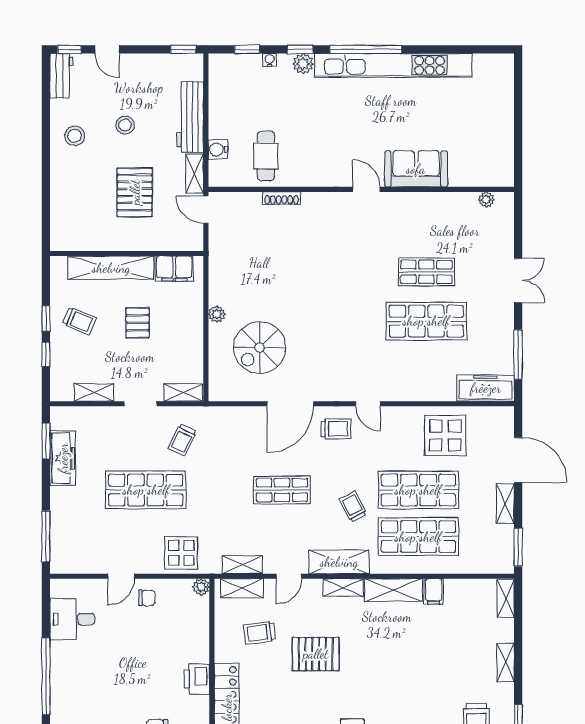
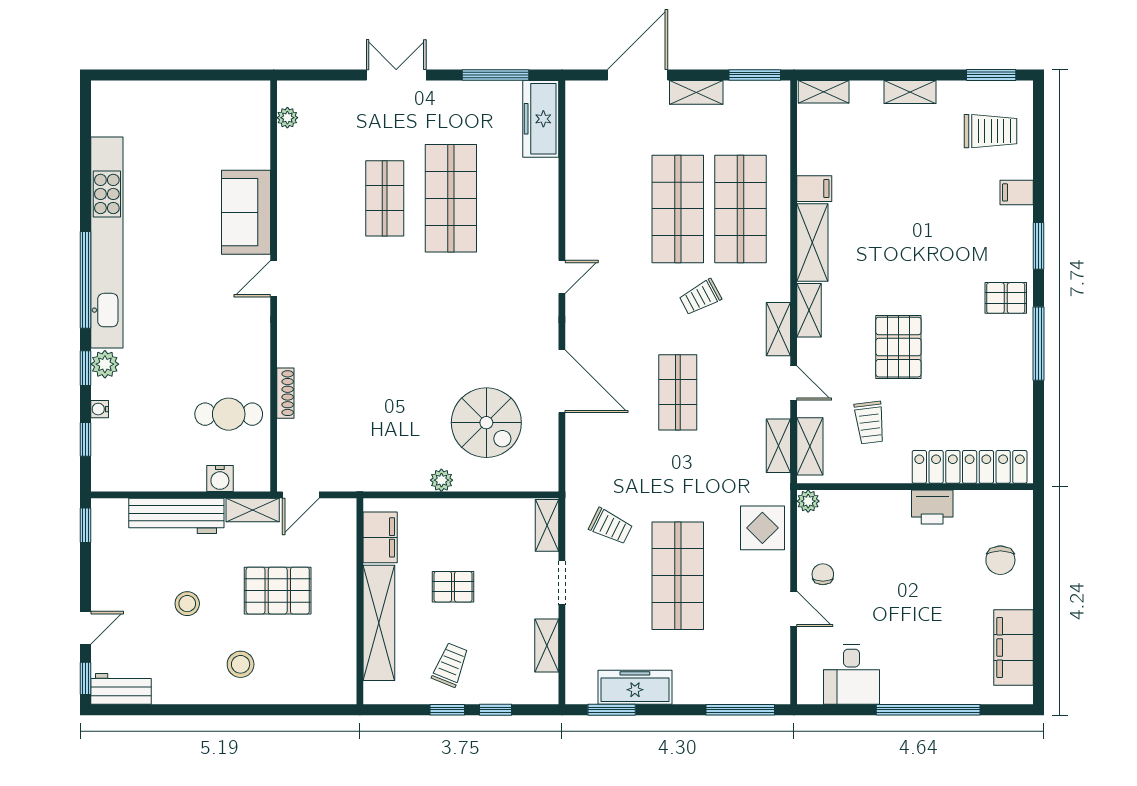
stool: (75, 136) -> (241, 664), moved
trolley: (336, 429) -> (596, 320), removed
display table: (445, 436) -> (605, 173), removed
shelving: (339, 562) -> (778, 329), width x0.67, depth x0.75

